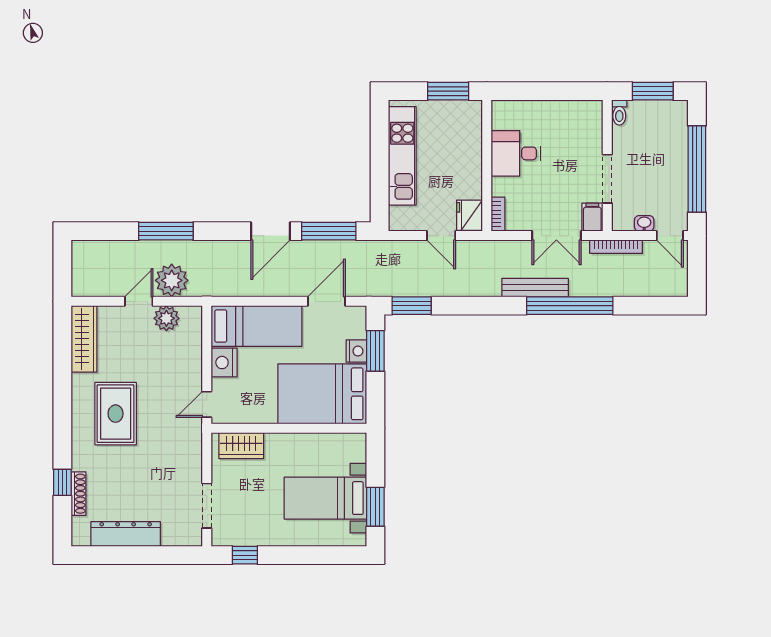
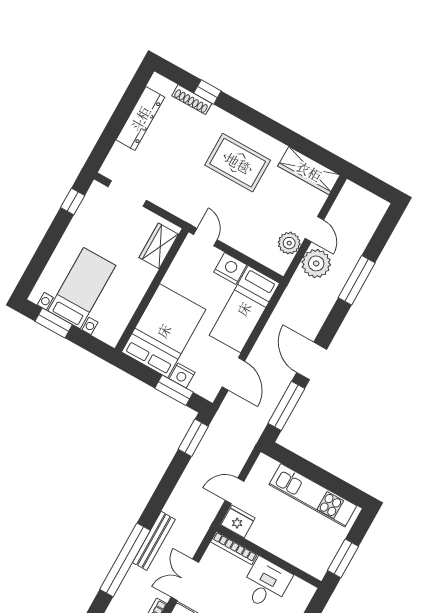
bookcase: (498, 214) -> (234, 548), width x1.56

